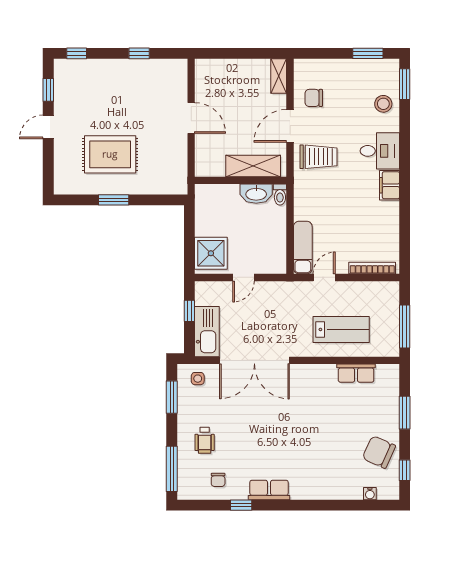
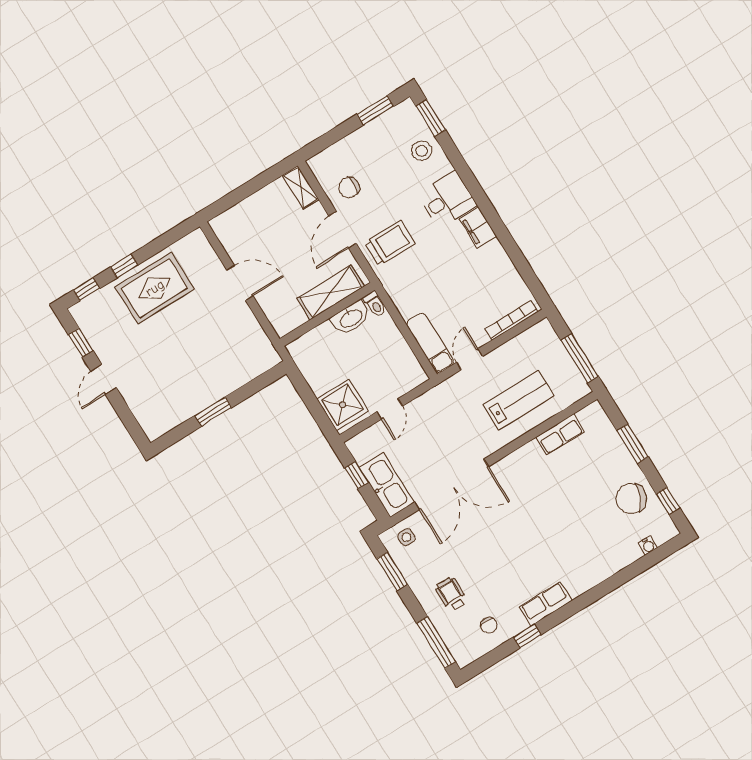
window: (139, 53) -> (124, 266), moved
rug: (110, 154) -> (155, 288), moved
wheelchair: (205, 440) -> (451, 594), turned 180

